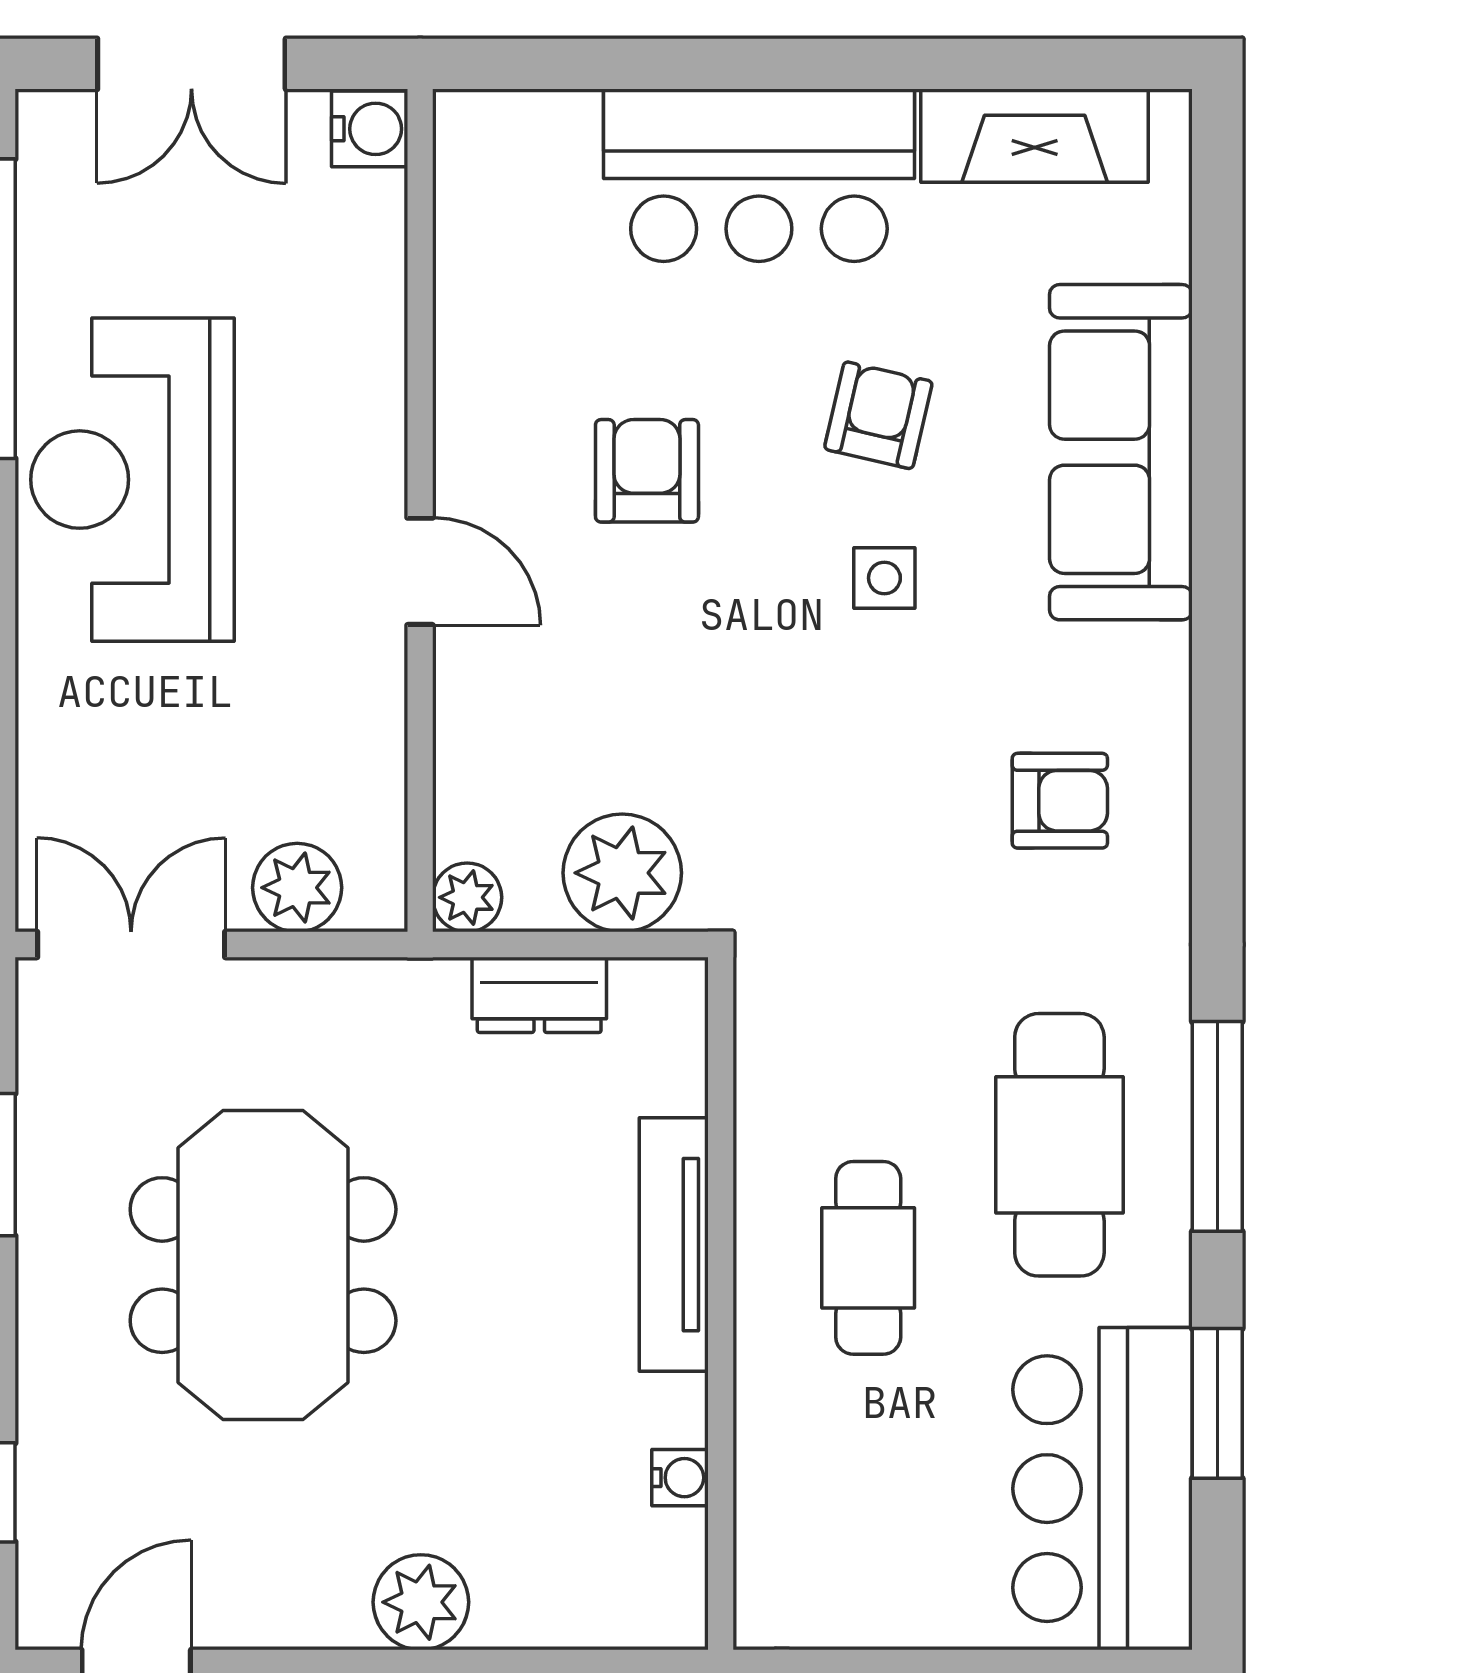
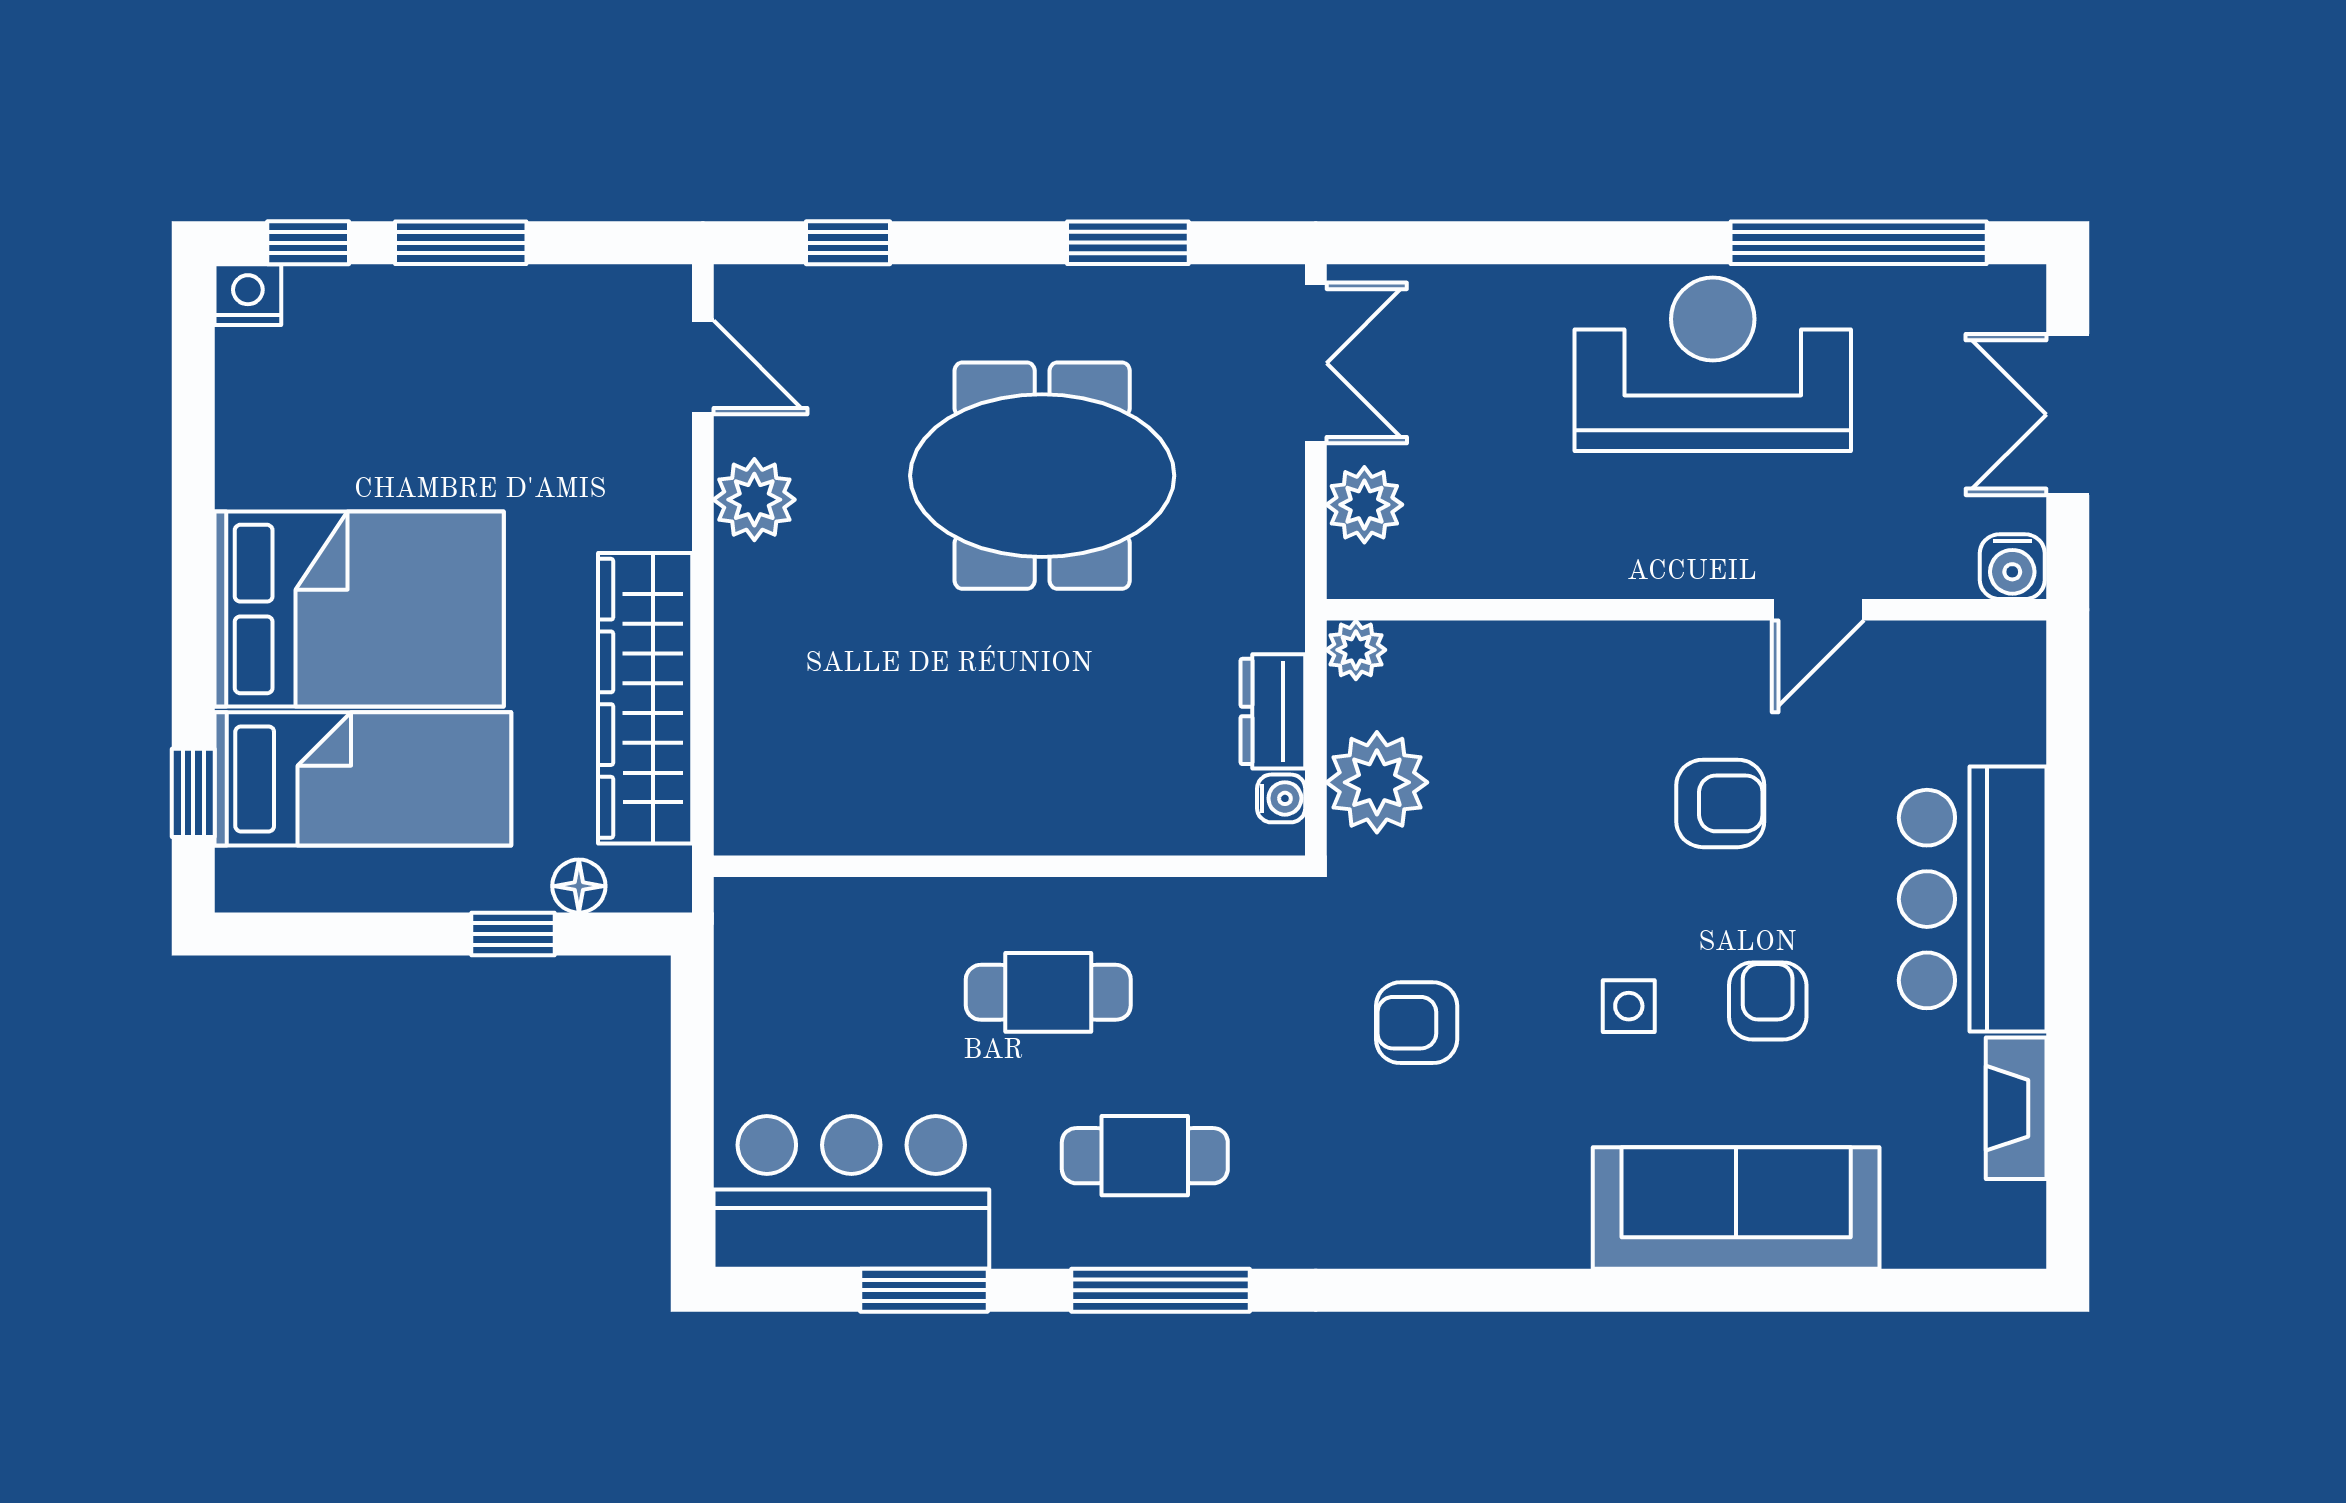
fireplace: (1035, 136) -> (2016, 1108), width x0.73, depth x0.76
armchair: (878, 415) -> (1768, 1001), turned -103
door: (420, 571) -> (1818, 610), moved
armchair: (1060, 801) -> (1417, 1023), moved, turned 90
cafe table: (1059, 1145) -> (1145, 1156), width x0.73, depth x0.74
tv unit: (674, 1245) -> (1060, 826), removed
water cooler: (680, 1478) -> (1281, 798), moved, turned -90
plant: (421, 1602) -> (754, 500), moved

